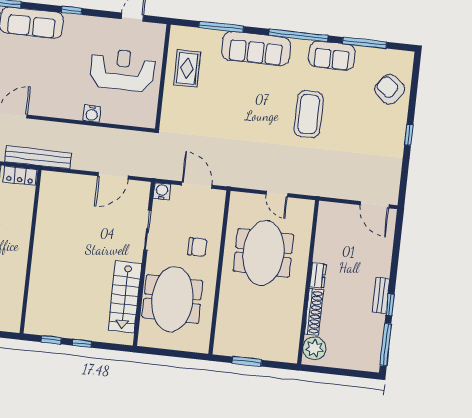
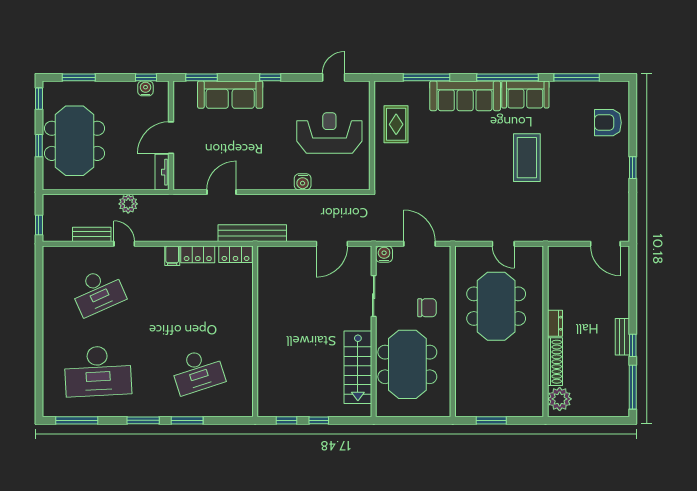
sofa: (332, 56) -> (525, 94), moved
armchair: (390, 89) -> (608, 123), turned -38

